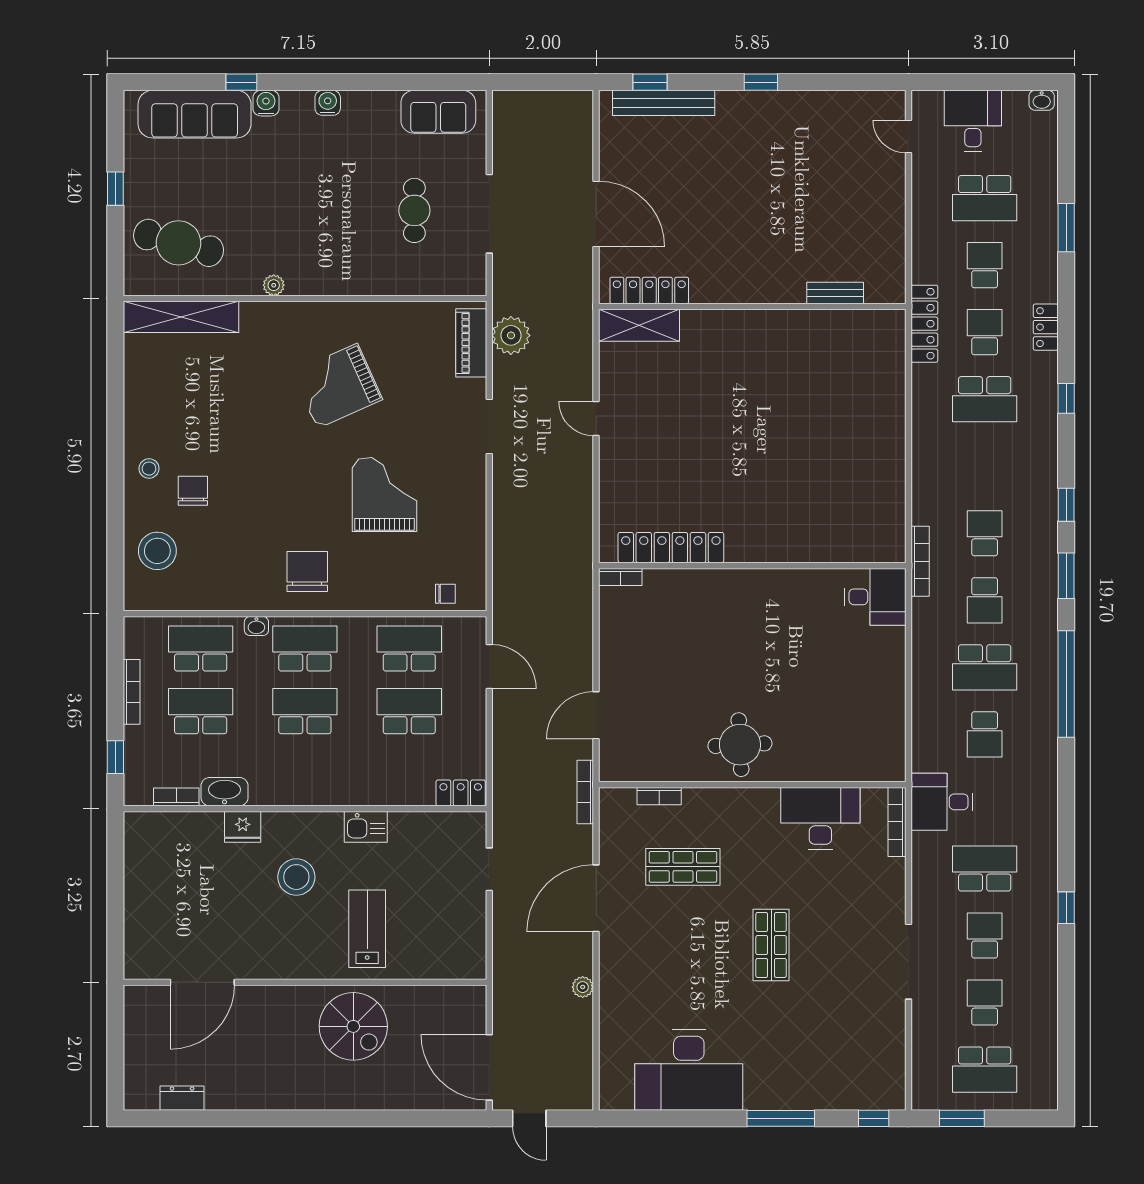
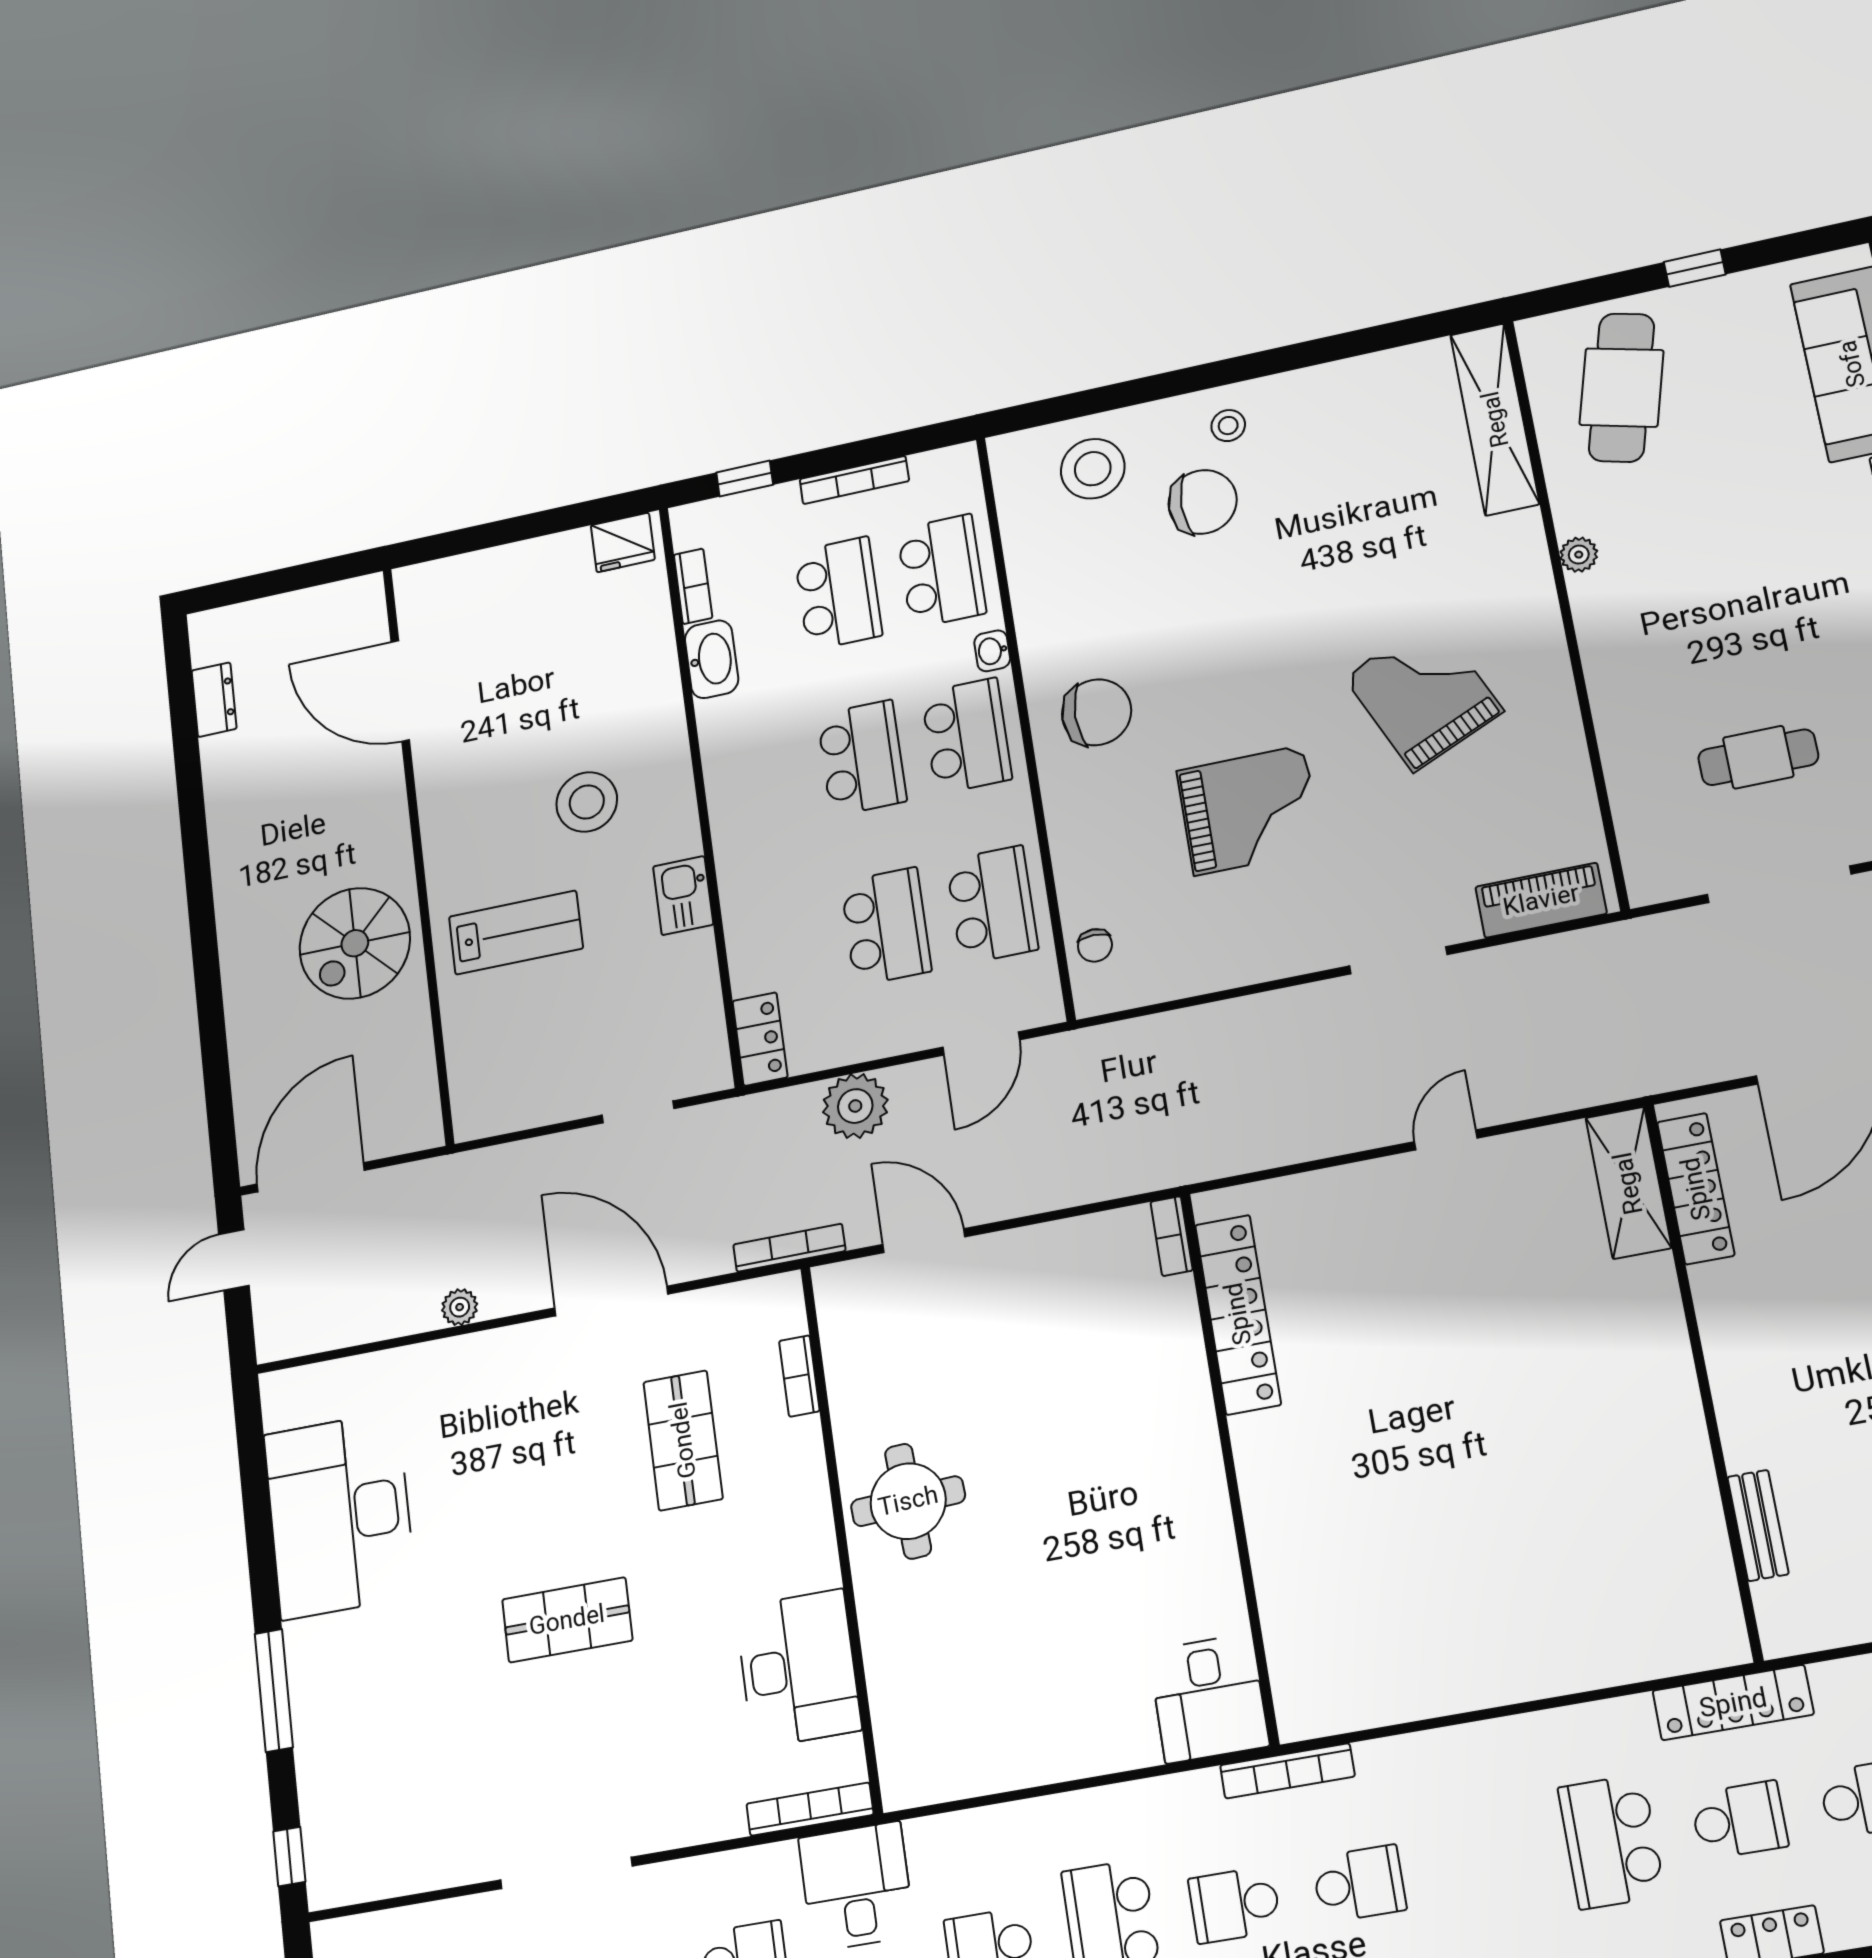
plant: (511, 335) -> (855, 1106), moved
chair: (193, 491) -> (1203, 502), width x1.37, depth x1.37
fridge: (243, 827) -> (623, 542), moved, turned -90

